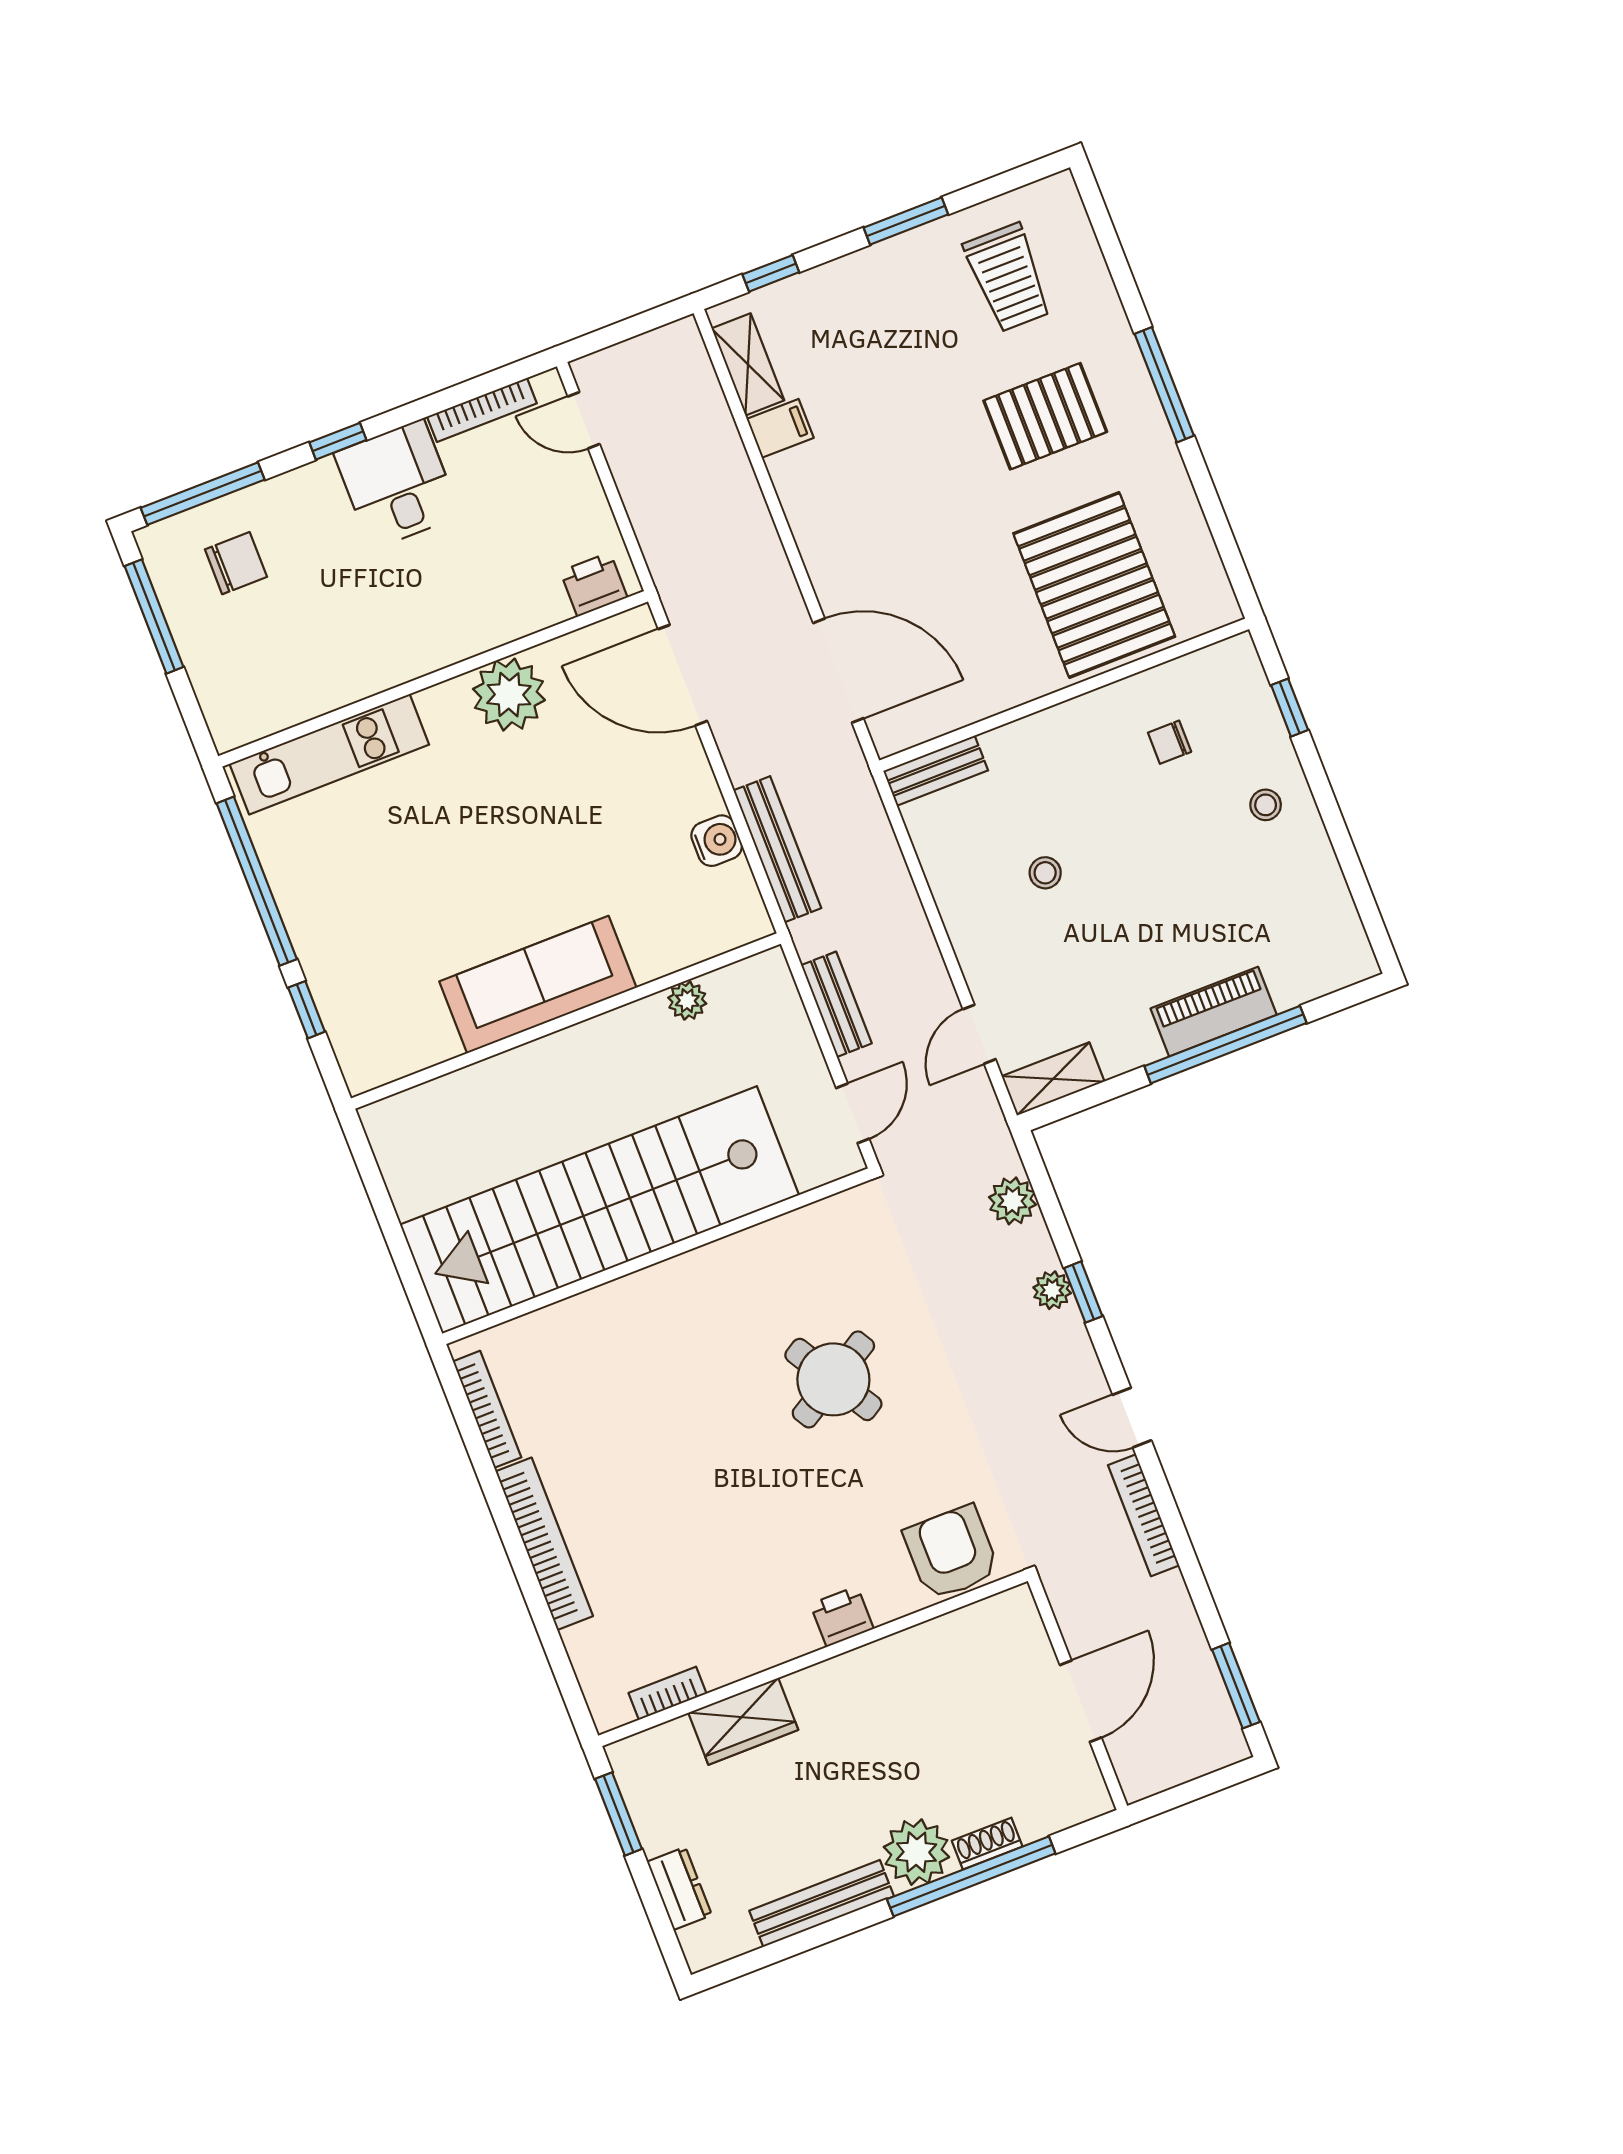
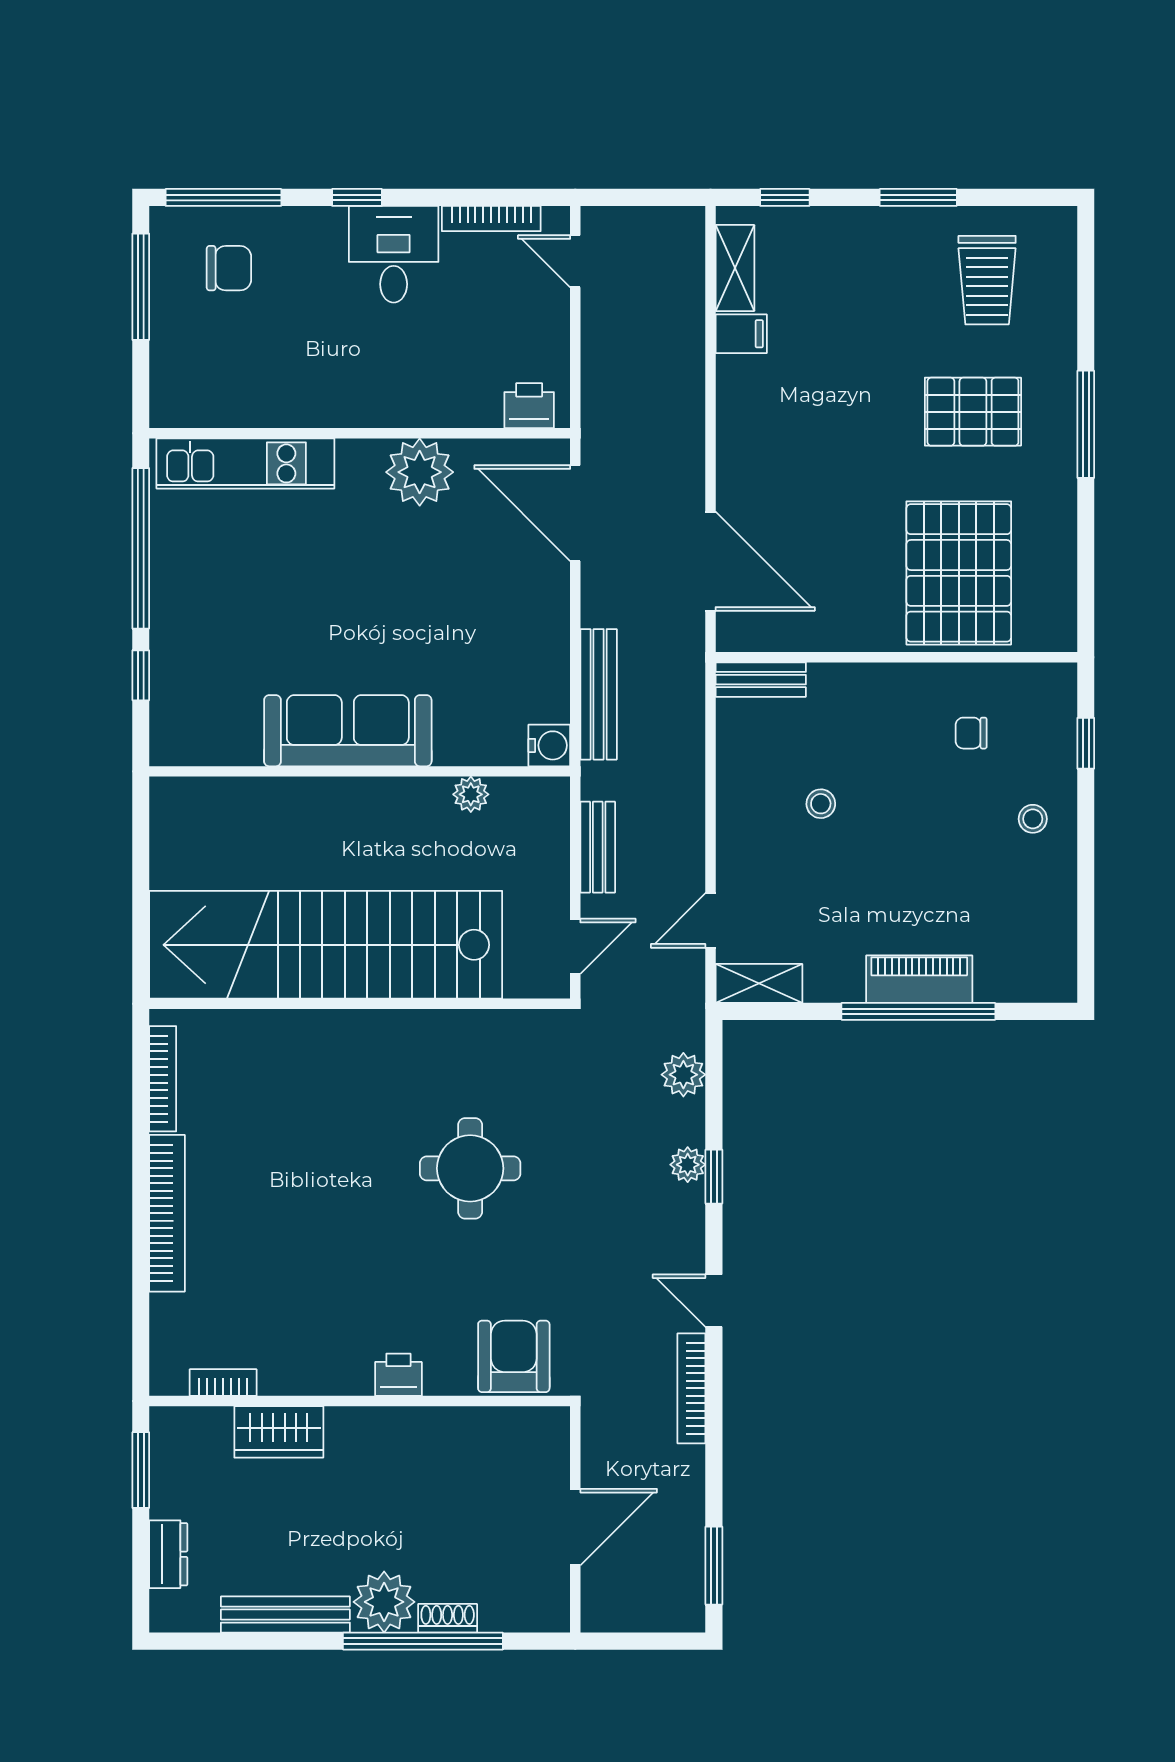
water cooler: (717, 841) -> (549, 745), moved
round table: (833, 1379) -> (470, 1168), turned 31

